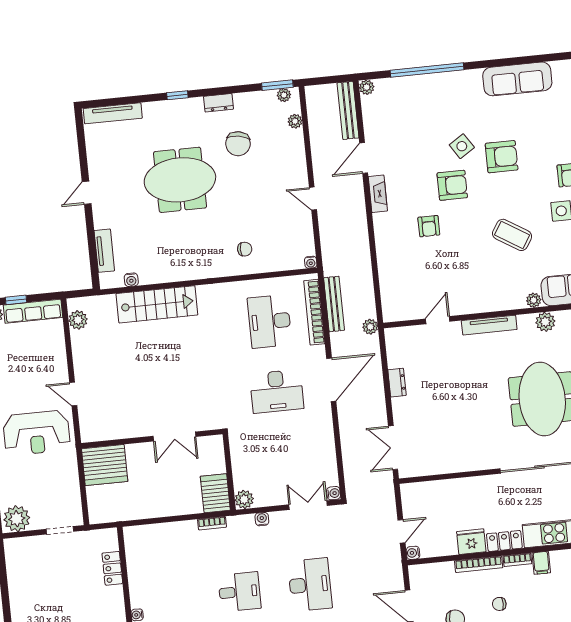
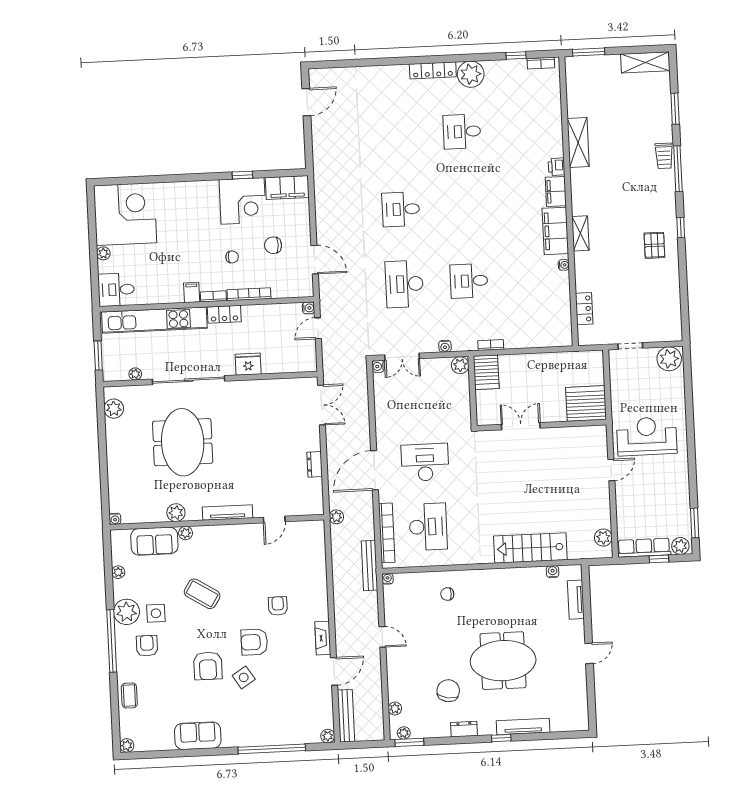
sofa: (517, 79) -> (198, 736), width x0.73
tv unit: (113, 113) -> (523, 726), moved
armchair: (502, 157) -> (208, 666), turned -90
bench: (334, 304) -> (370, 566), moved
door: (73, 394) -> (611, 470), hinge flipped
fridge: (471, 542) -> (248, 364), moved, turned 180

